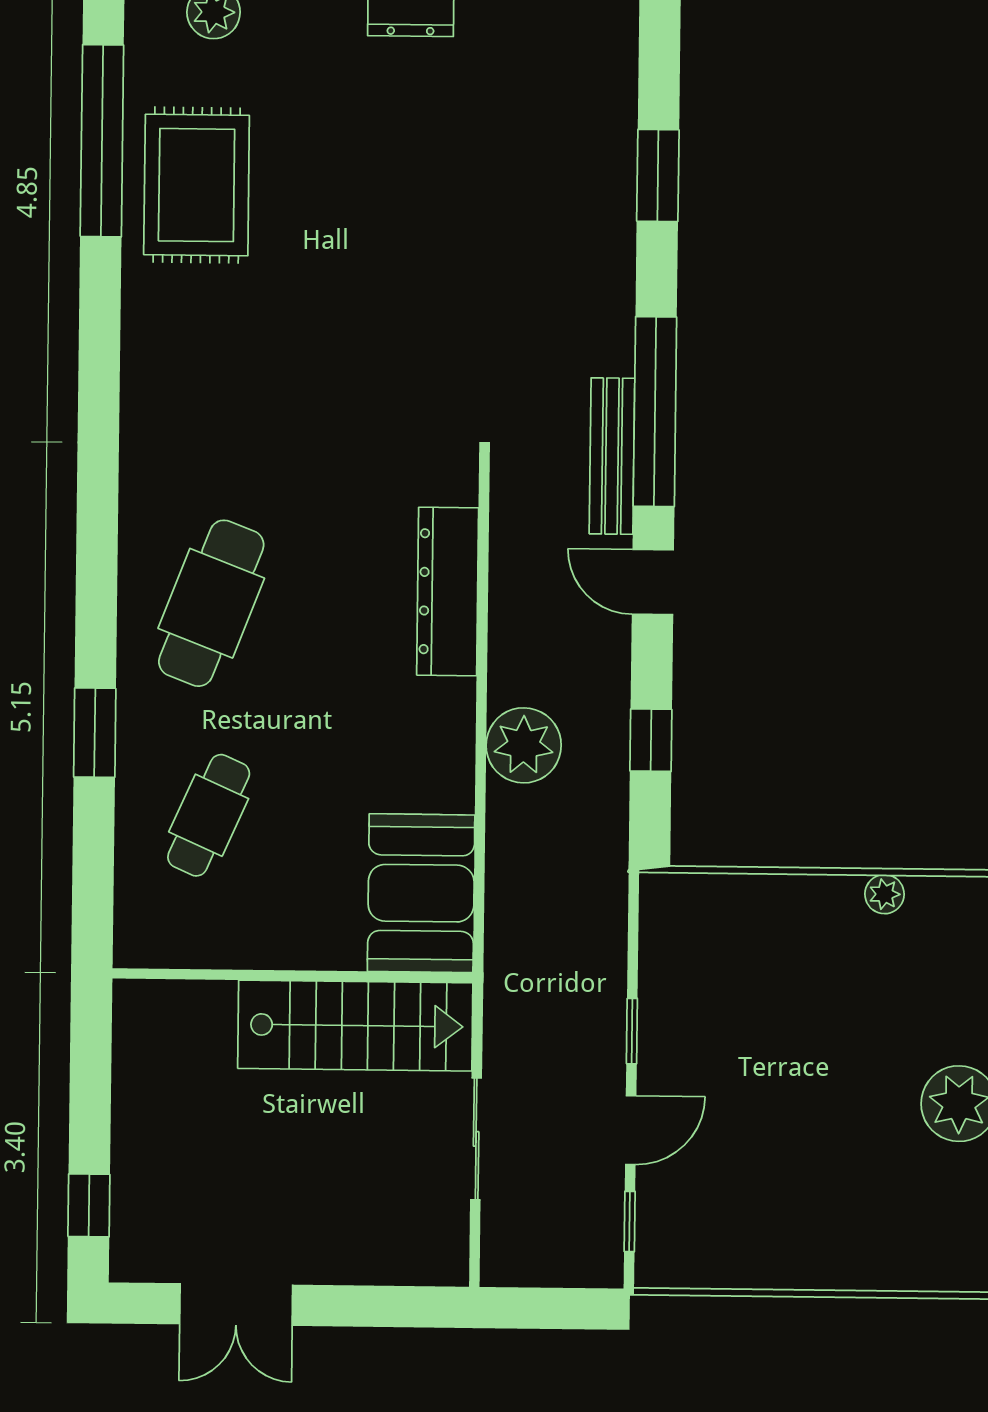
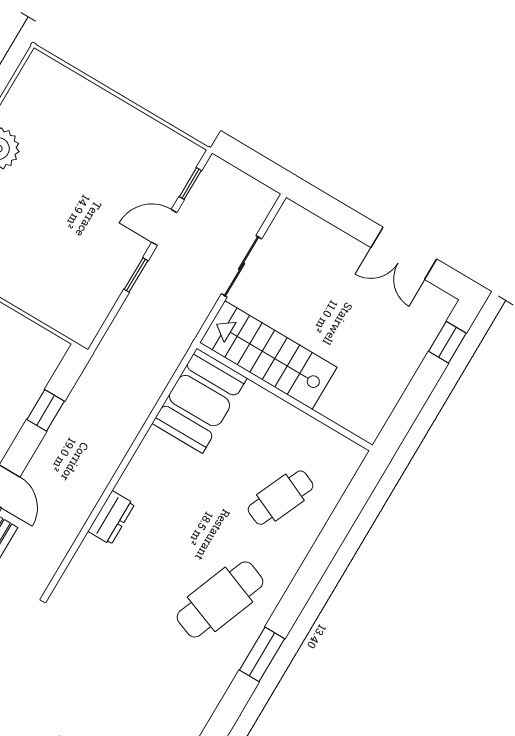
dresser: (448, 591) -> (111, 518), width x0.51, depth x0.80
window: (95, 733) -> (262, 654), moved
plant: (524, 745) -> (109, 443), removed
double door: (236, 1305) -> (404, 253), swing flipped

